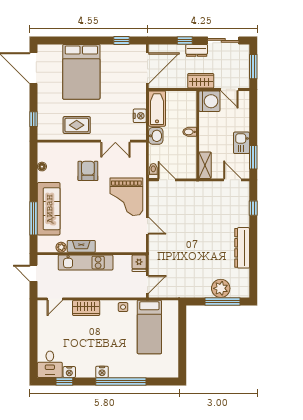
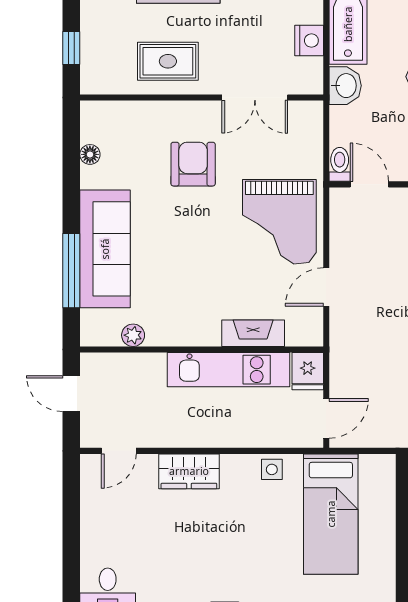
door: (147, 226) -> (326, 287), swing flipped
fireplace: (81, 246) -> (253, 333), moved
kitchen unit: (86, 263) -> (229, 370), moved

